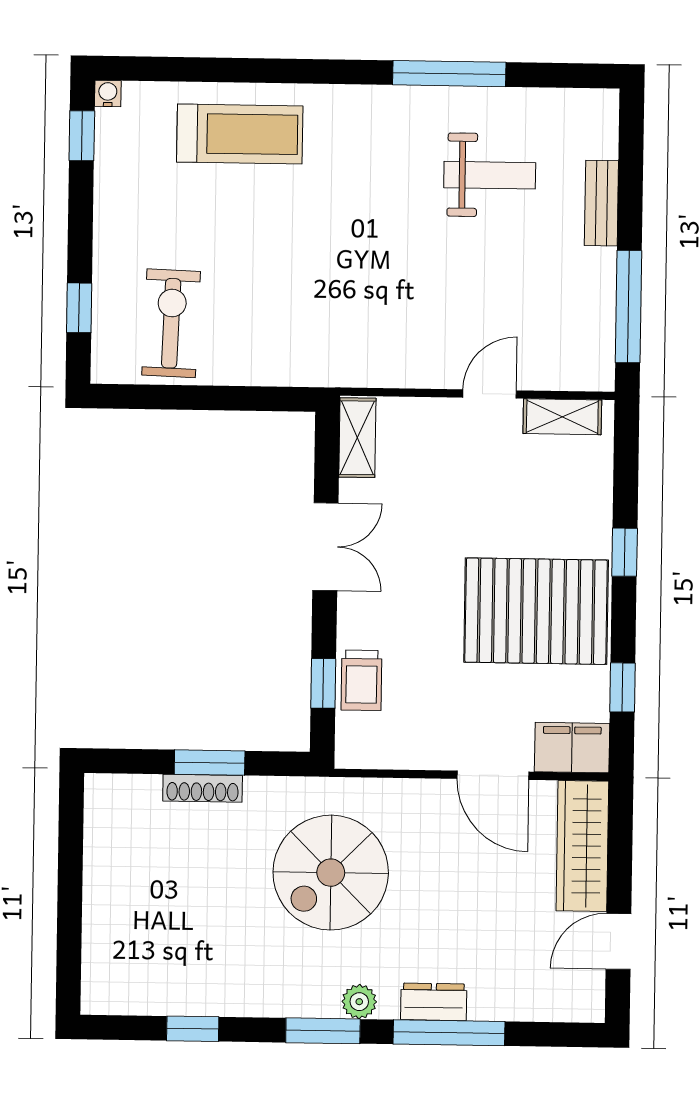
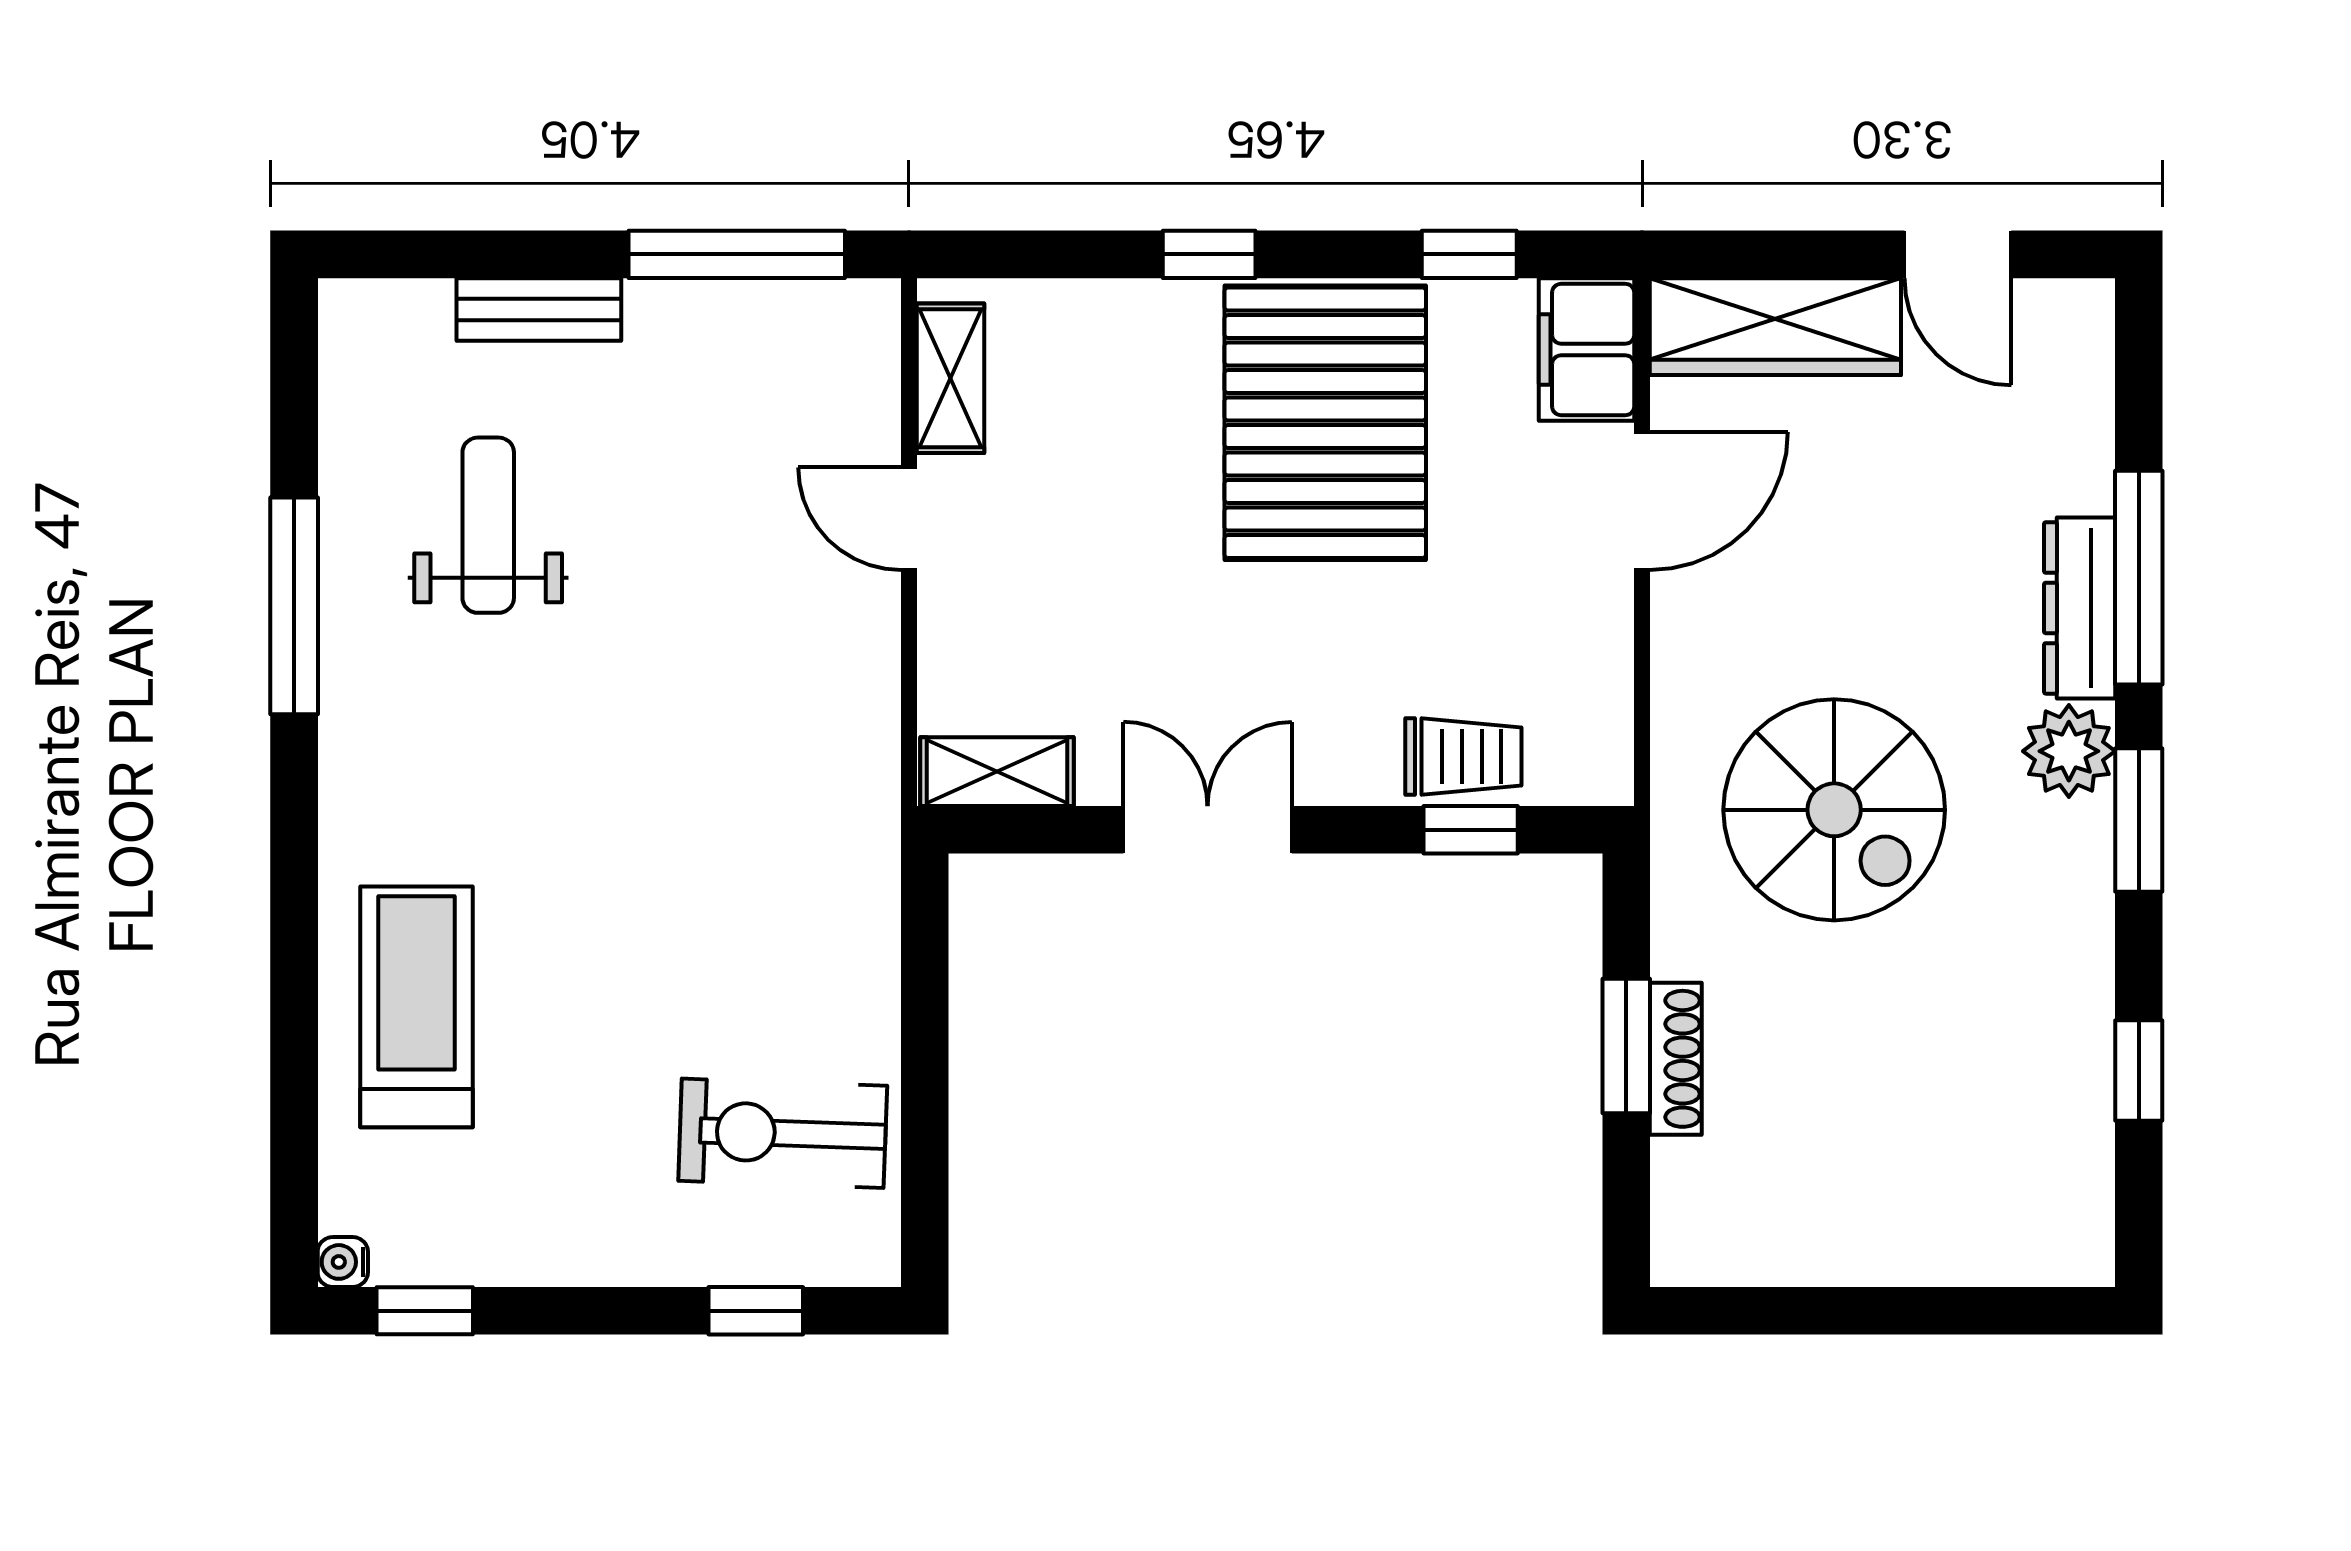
plant: (359, 1002) -> (2069, 751), width x1.38, depth x1.38
dresser: (434, 1002) -> (2080, 608), width x1.44

